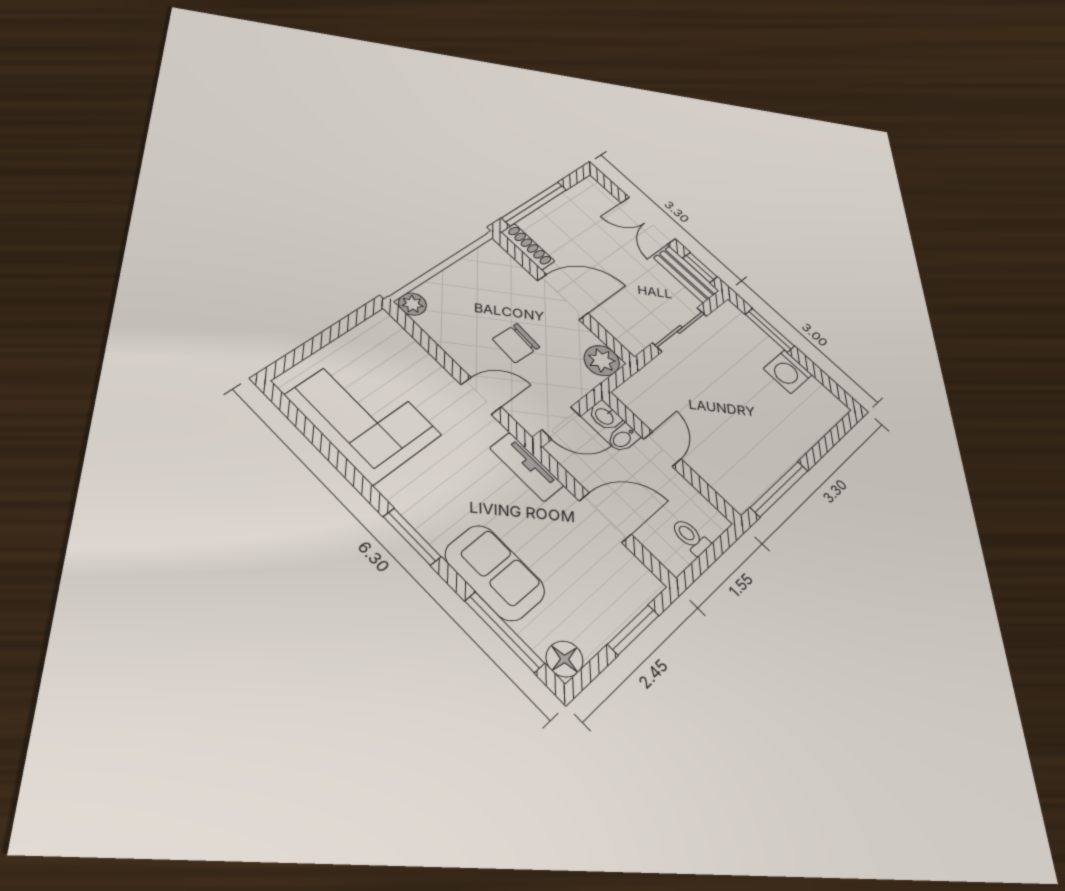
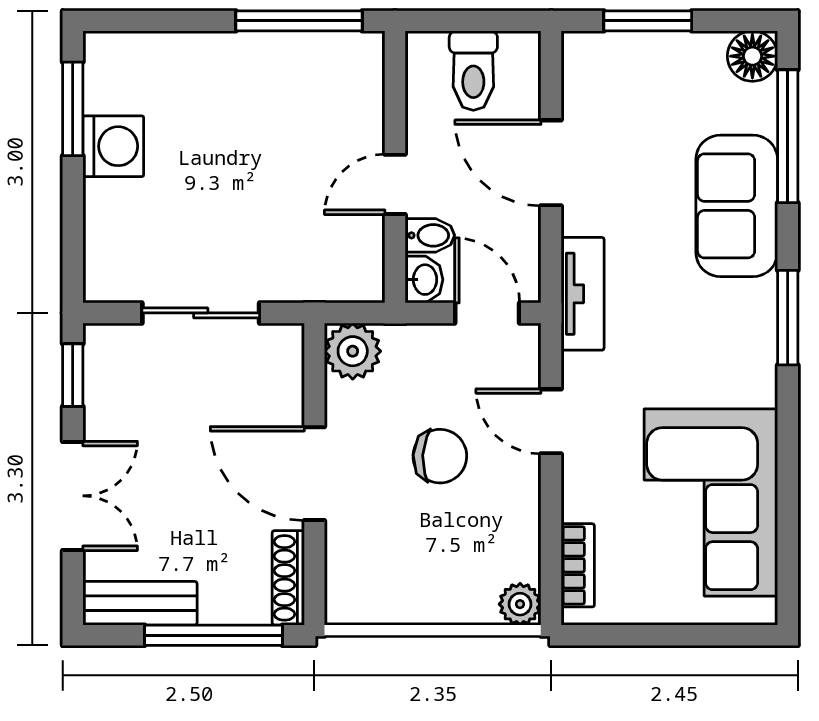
bench: (686, 274) -> (140, 603), moved, turned 90
window: (770, 330) -> (73, 109), moved
bookcase: (402, 340) -> (578, 565), added
toilet: (691, 537) -> (473, 71), width x1.37, depth x1.39

